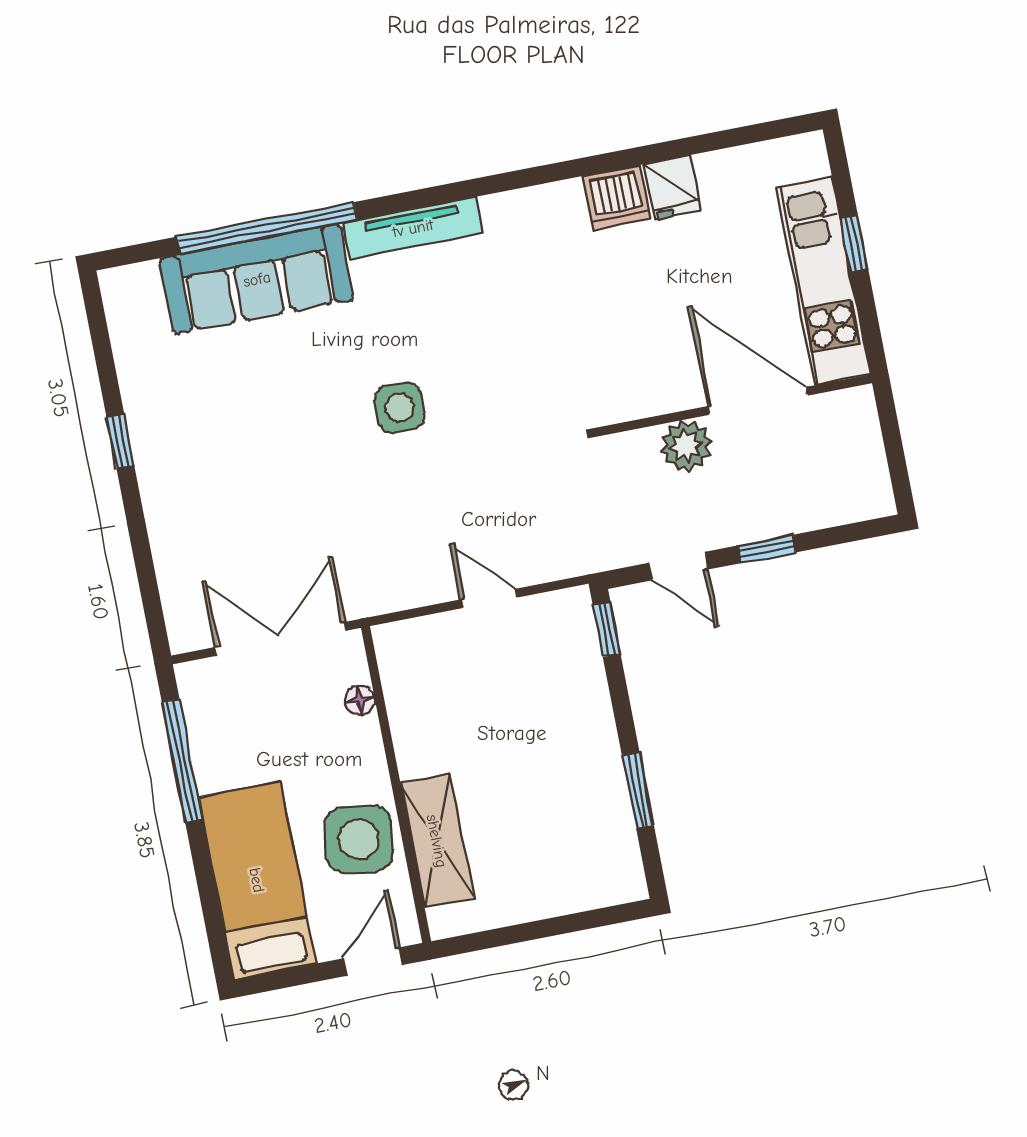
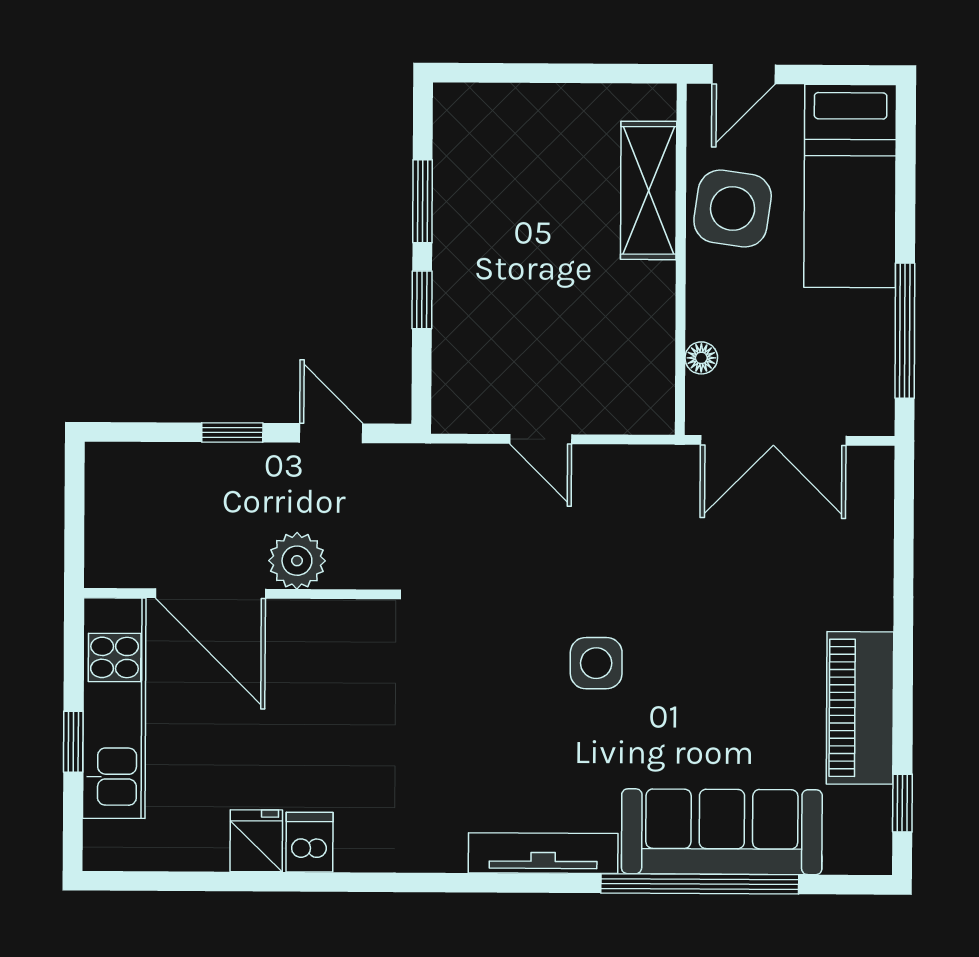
dishwasher: (617, 197) -> (309, 842), width x0.73
piano: (155, 415) -> (860, 708), added
window: (120, 441) -> (902, 803), moved
window: (607, 629) -> (422, 300), moved

